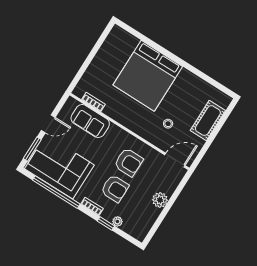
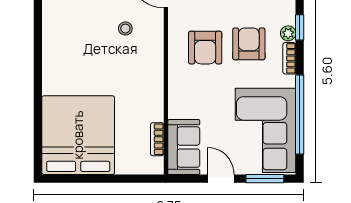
bed: (148, 76) -> (78, 135), moved, turned -90
sofa: (90, 121) -> (184, 147), moved
armchair: (128, 162) -> (205, 48), turned 180
plant: (117, 221) -> (288, 33), moved

